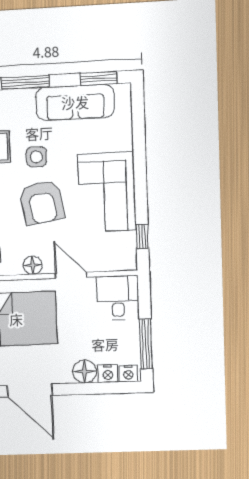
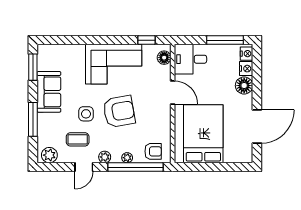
sofa: (75, 102) -> (49, 92), width x0.73
floor lamp: (33, 265) -> (164, 58), moved
door: (71, 275) -> (173, 93), swing flipped

